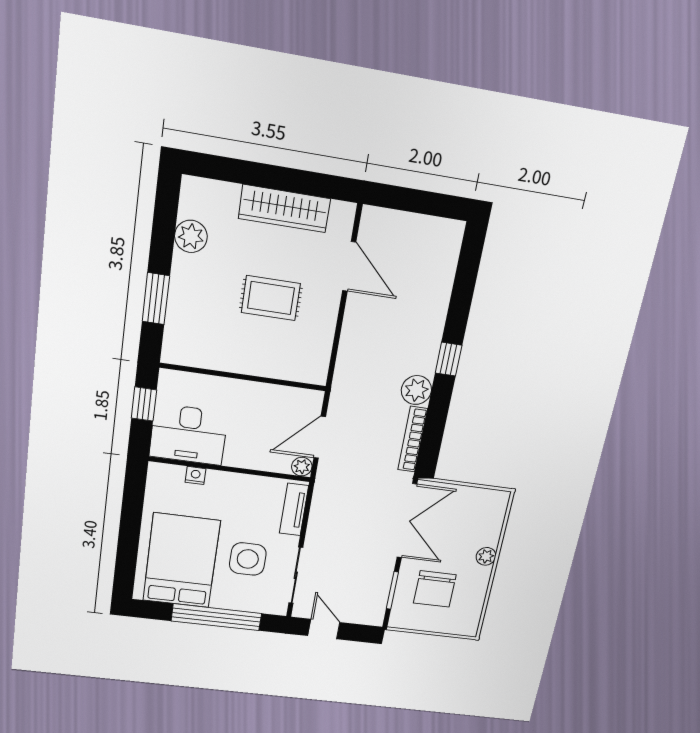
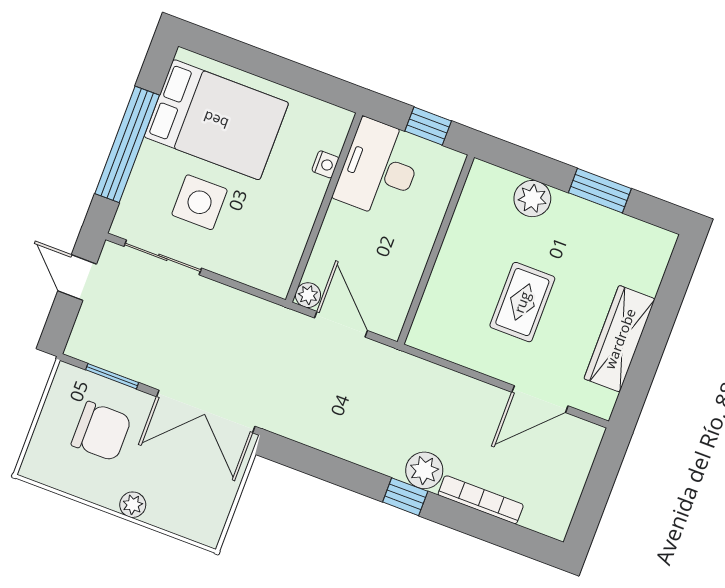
plant: (191, 236) -> (532, 199), moved
window: (156, 299) -> (600, 191), moved
plant: (416, 390) -> (424, 470), moved
bookcase: (413, 439) -> (481, 500), moved
tv unit: (294, 510) -> (254, 274), removed
chair: (435, 589) -> (101, 431), turned 180
door: (324, 629) -> (77, 277), swing flipped

